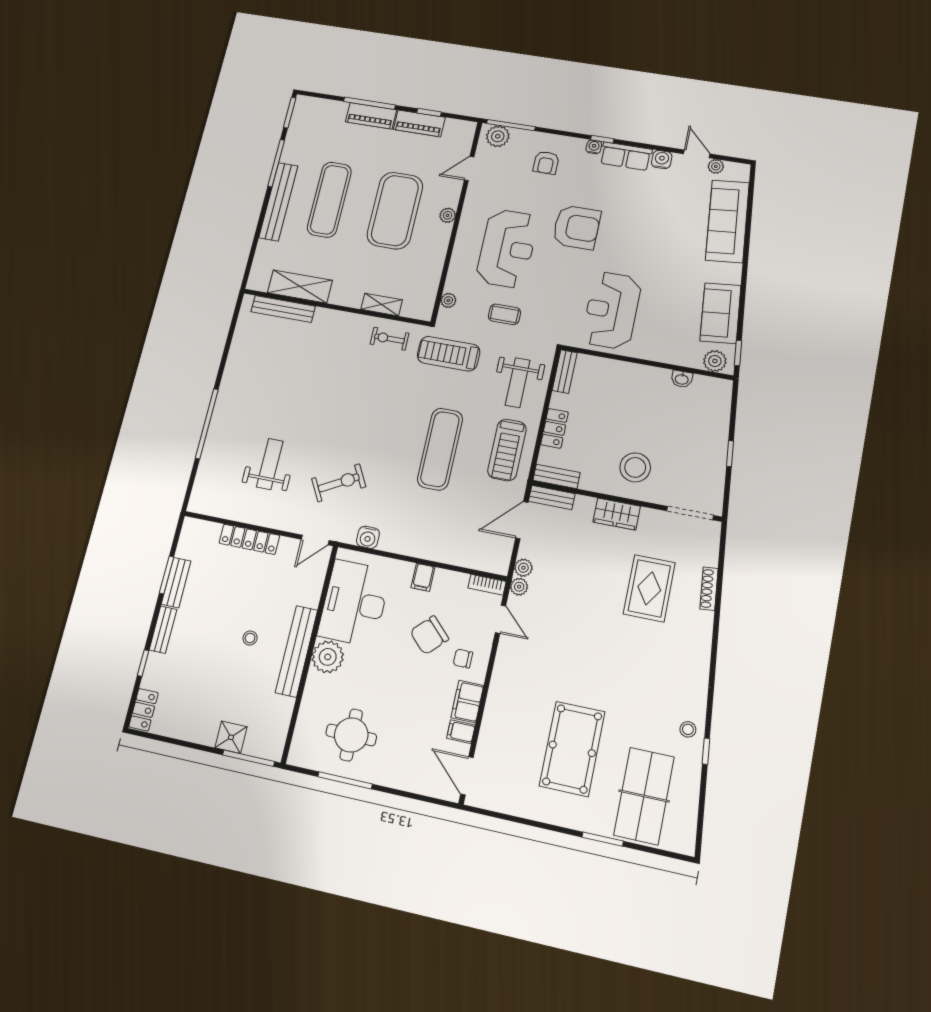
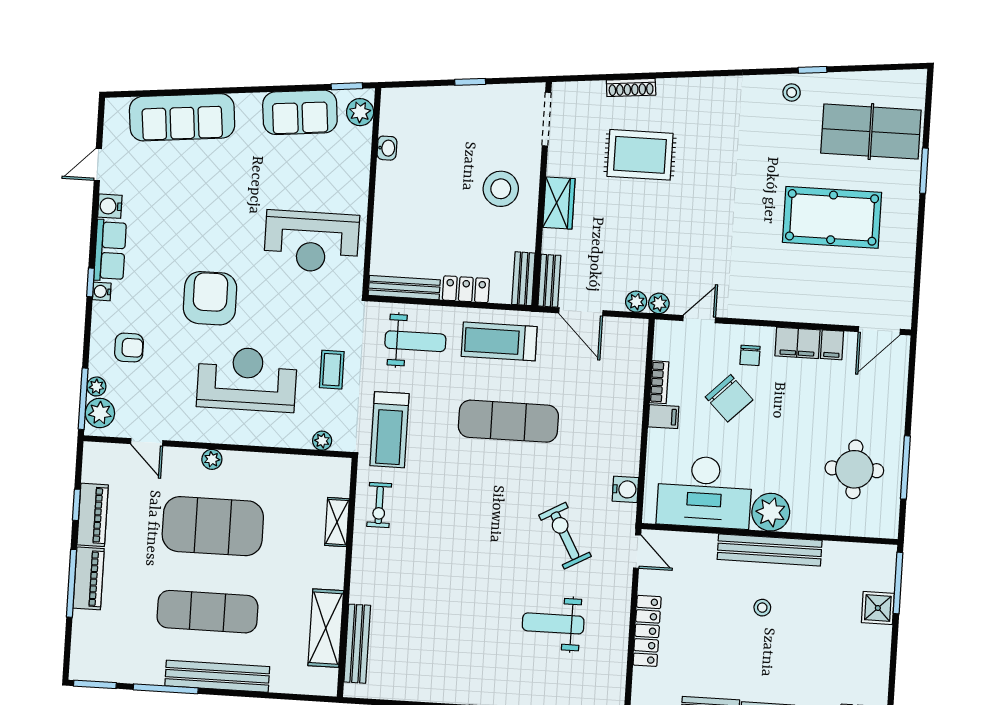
plant: (716, 166) -> (96, 386), moved
bench: (565, 372) -> (404, 288), width x1.36
treadmill: (507, 450) -> (499, 341), turned 180
bookcase: (487, 585) -> (659, 382), moved

